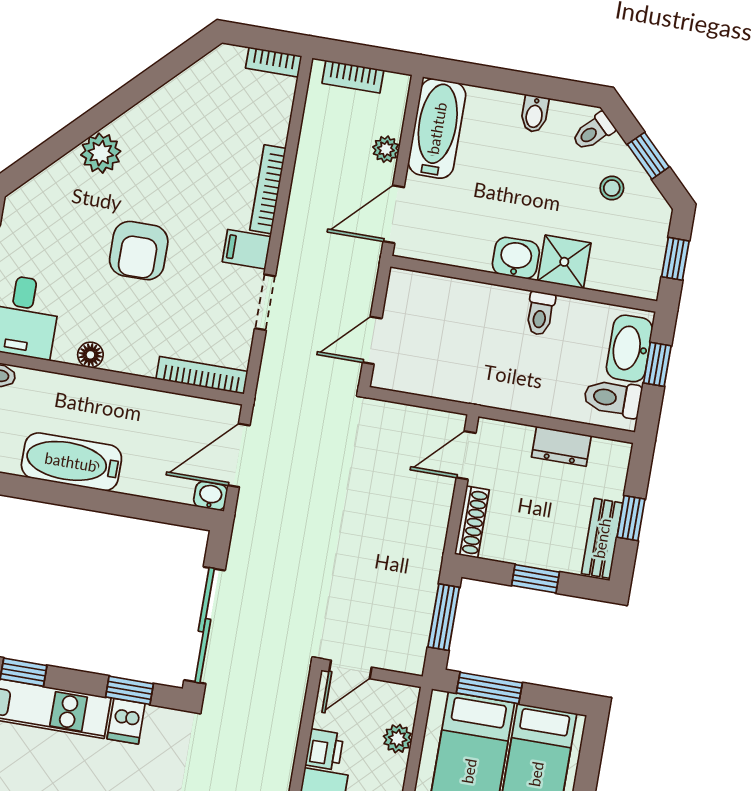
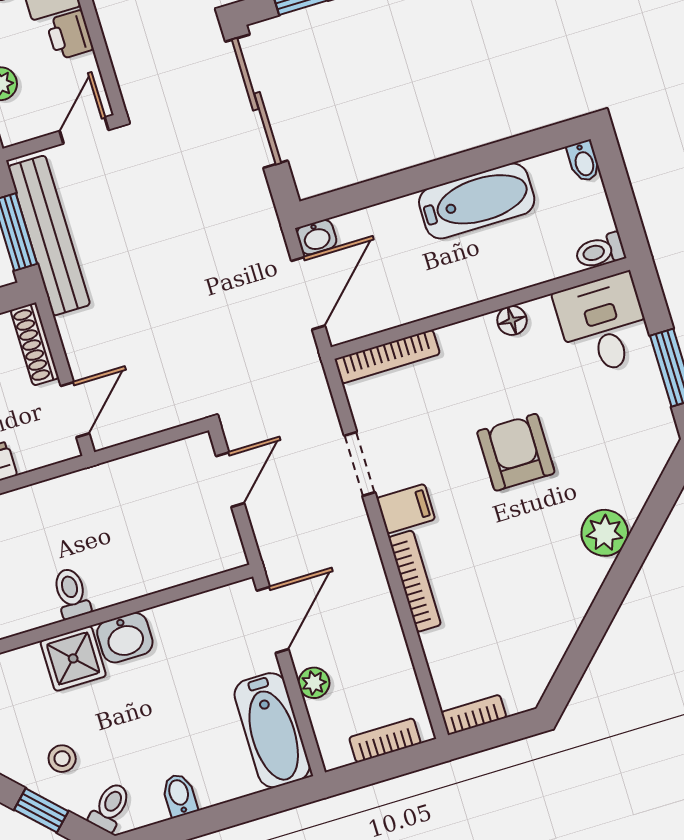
bench: (419, 601) -> (49, 236), added

